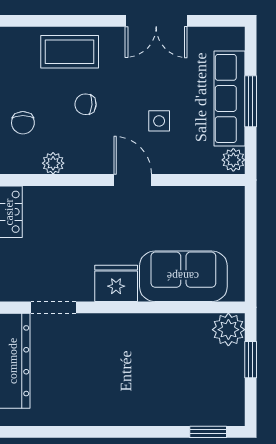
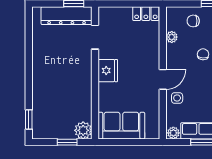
side table: (159, 121) -> (177, 98), moved
sofa: (183, 276) -> (121, 126), moved, turned -90

